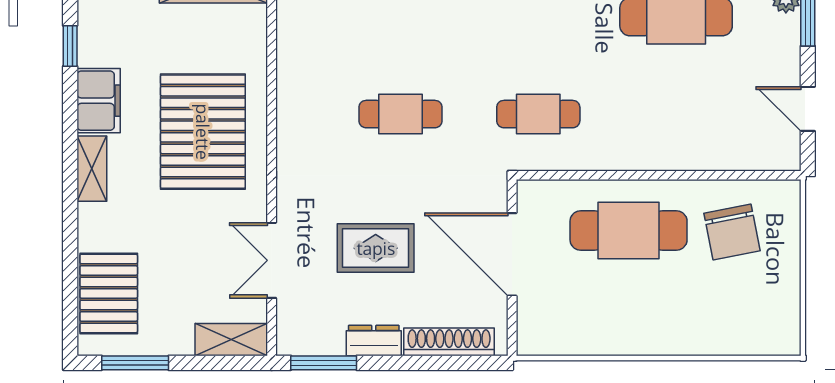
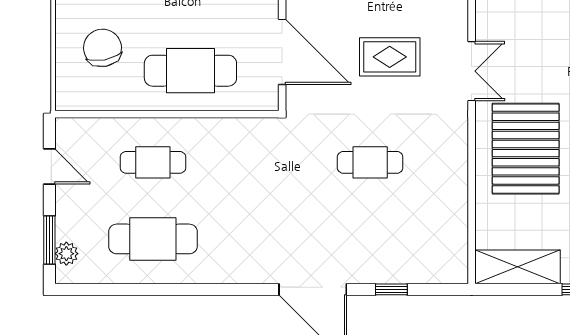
cafe table: (538, 114) -> (153, 162), moved
chair: (732, 232) -> (103, 48), moved
double door: (272, 260) -> (472, 71), moved

